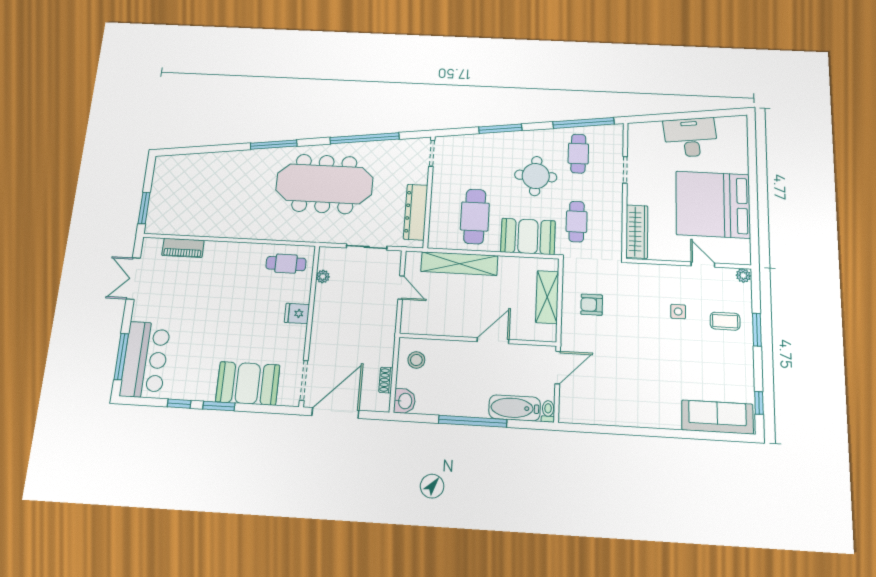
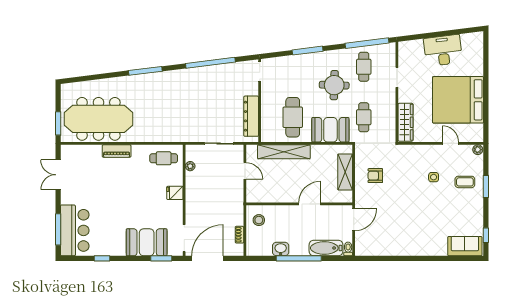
meeting table: (324, 184) -> (98, 119), moved
piano: (183, 248) -> (117, 151), moved
washbasin: (405, 401) -> (281, 249), moved, turned -90
window: (219, 406) -> (161, 258), moved
sofa: (717, 417) -> (465, 246), width x0.73

